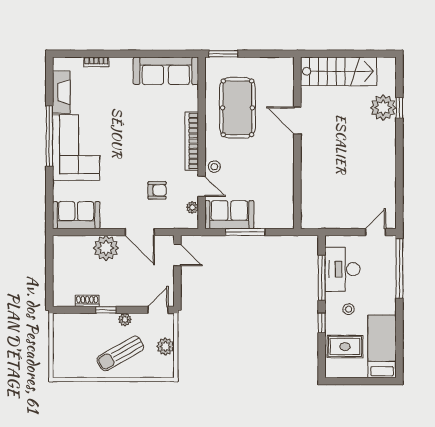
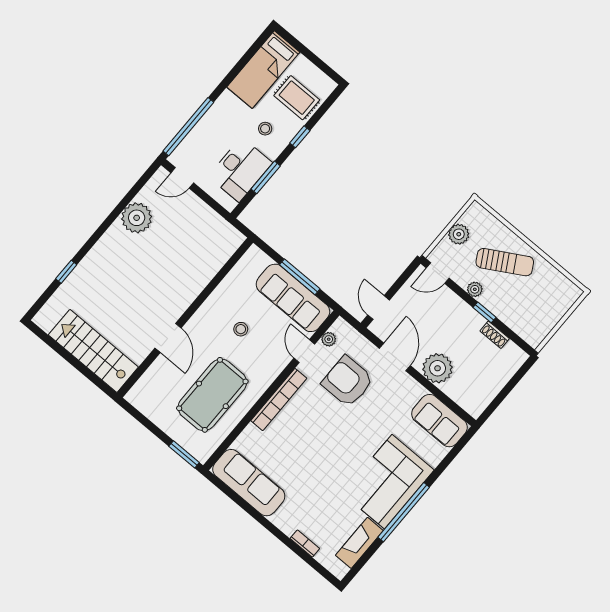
plant: (383, 108) -> (137, 218), moved
stool: (214, 167) -> (241, 329), moved
armchair: (157, 190) -> (348, 381), width x1.88, depth x1.88
sofa: (229, 215) -> (293, 298), width x1.36
window: (322, 278) -> (266, 177), width x0.69

